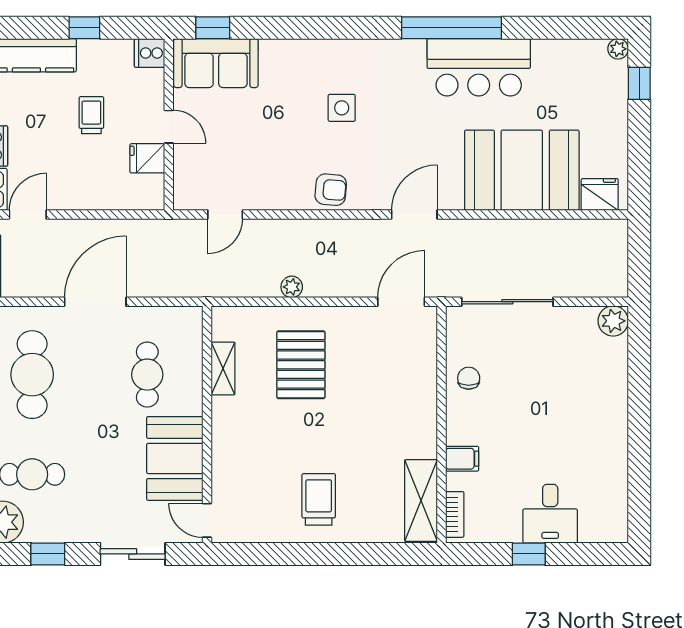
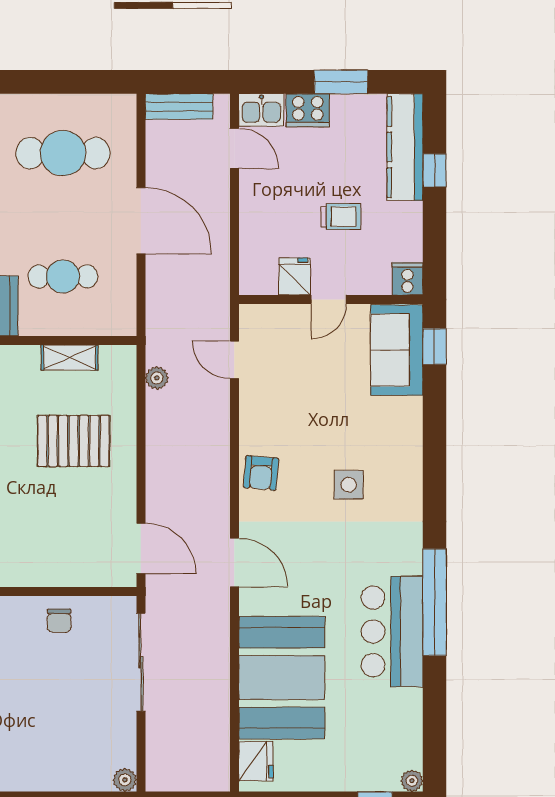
window: (84, 28) -> (435, 170), moved
plant: (292, 287) -> (157, 378), moved
plant: (613, 321) -> (125, 780), width x0.73, depth x0.73
chair: (469, 378) -> (59, 621), turned 90

